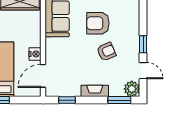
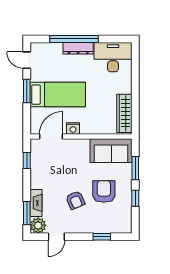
window: (143, 44) -> (102, 237), moved
door: (43, 76) -> (51, 136), hinge flipped
fireplace: (95, 91) -> (36, 203), moved

